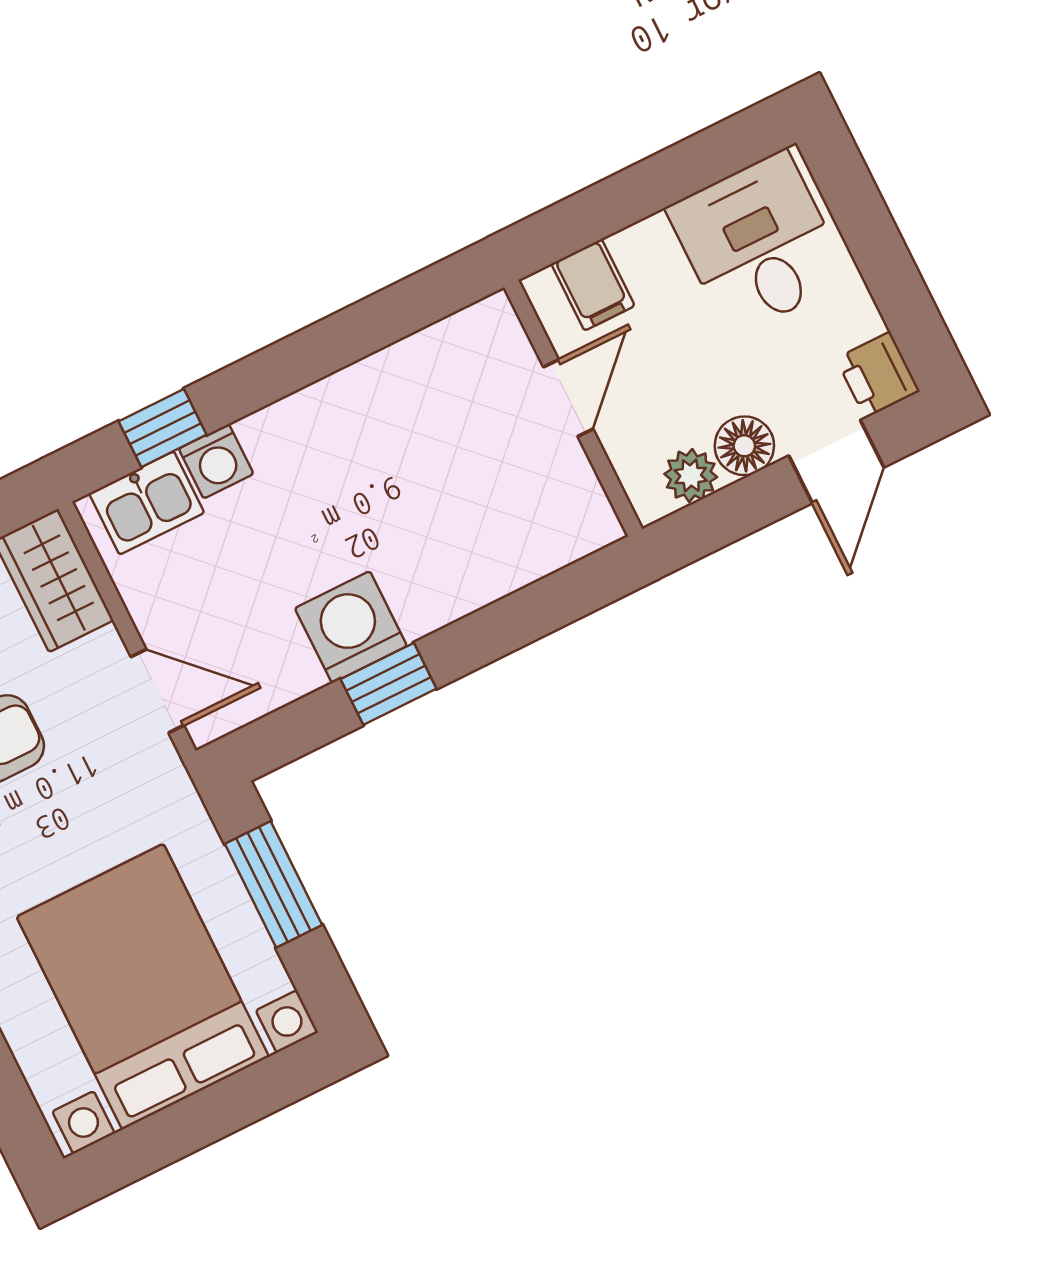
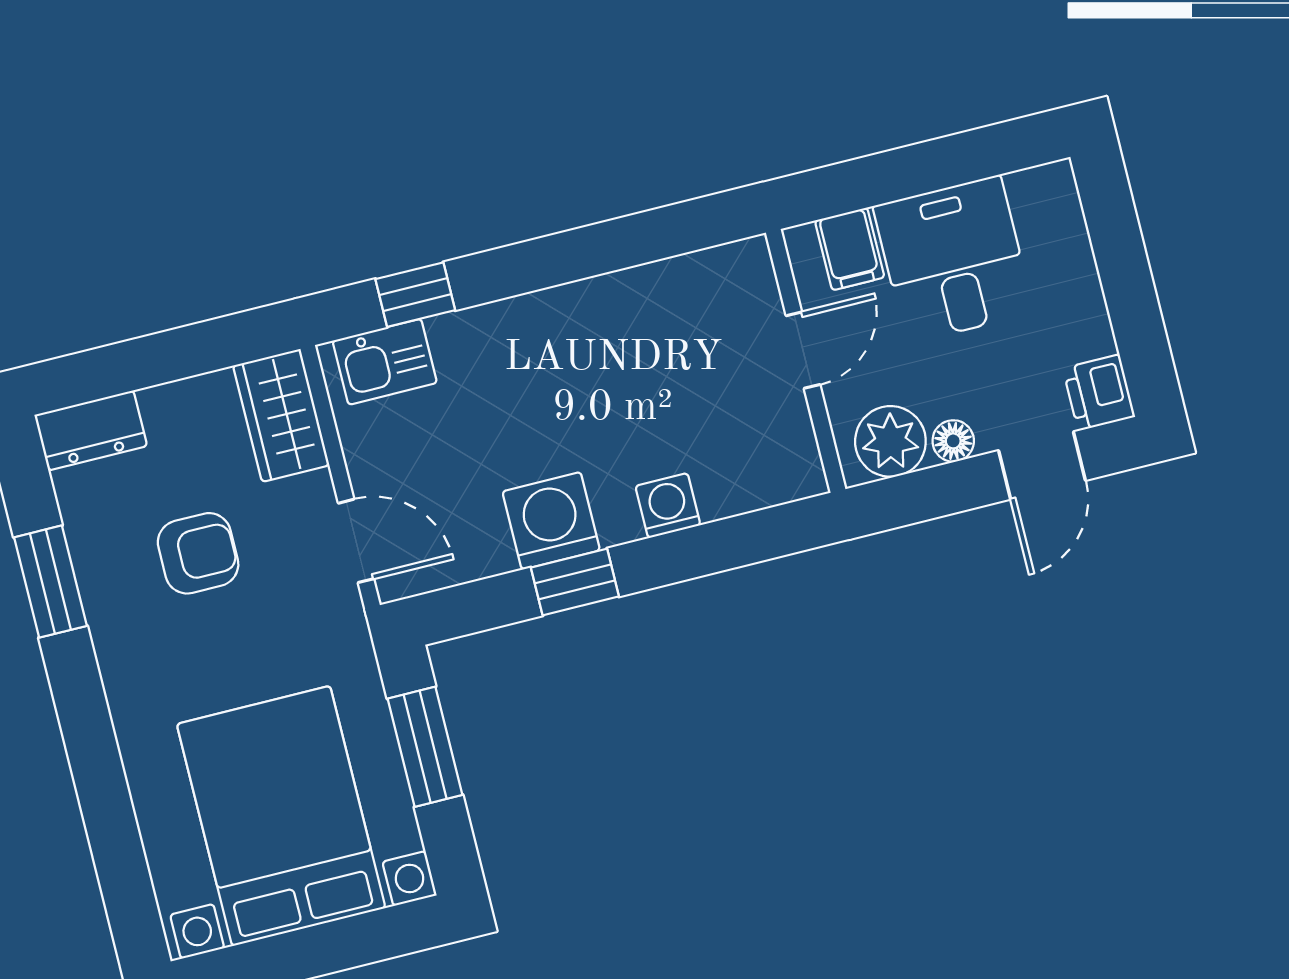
desk: (758, 244) -> (953, 259), moved
floor lamp: (744, 446) -> (953, 441), width x0.73, depth x0.73
washing machine: (216, 461) -> (668, 506), moved, turned 180
plant: (691, 475) -> (890, 441), width x1.38, depth x1.38

